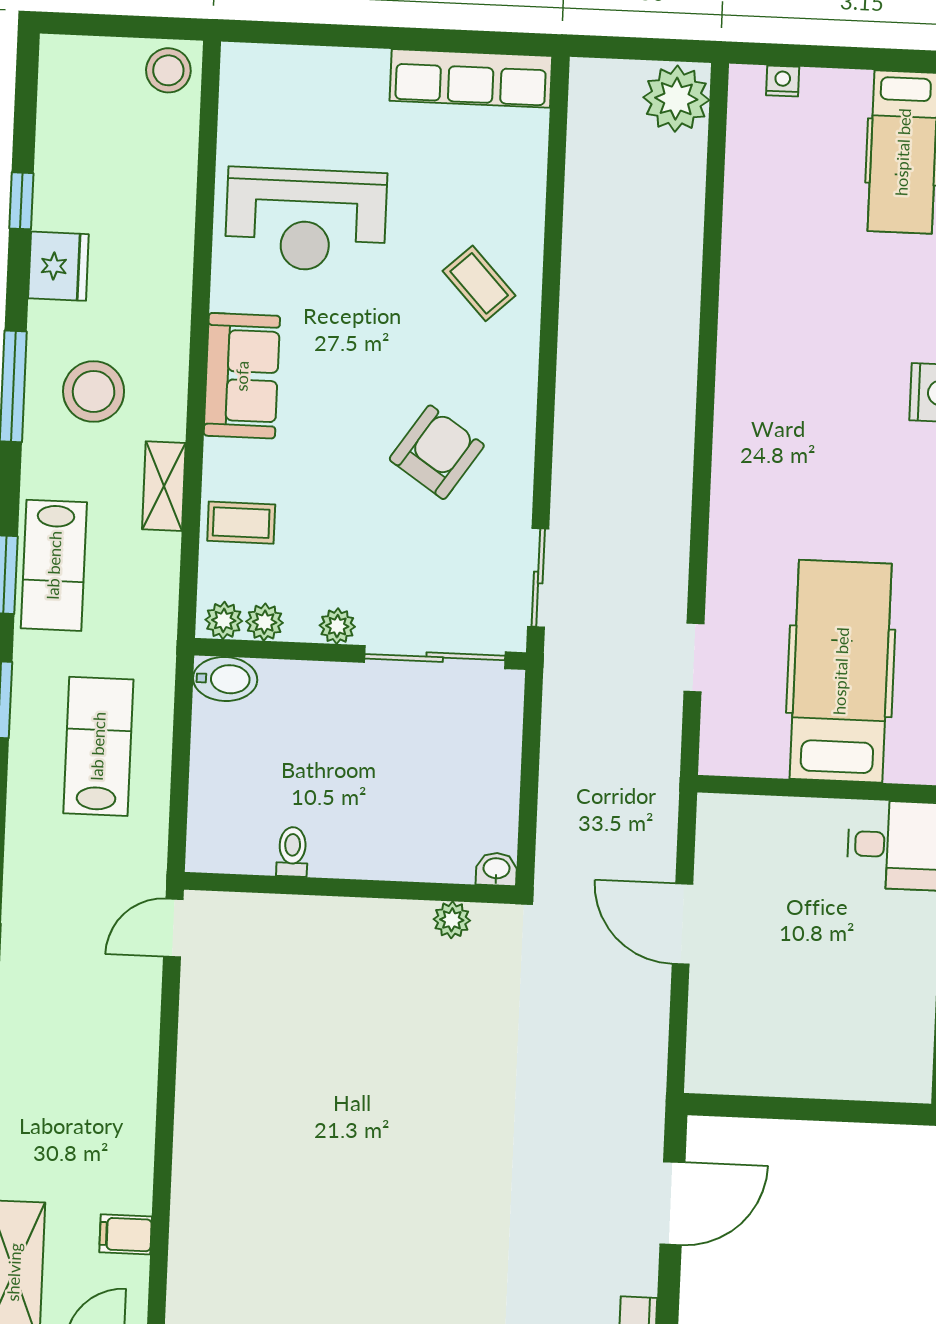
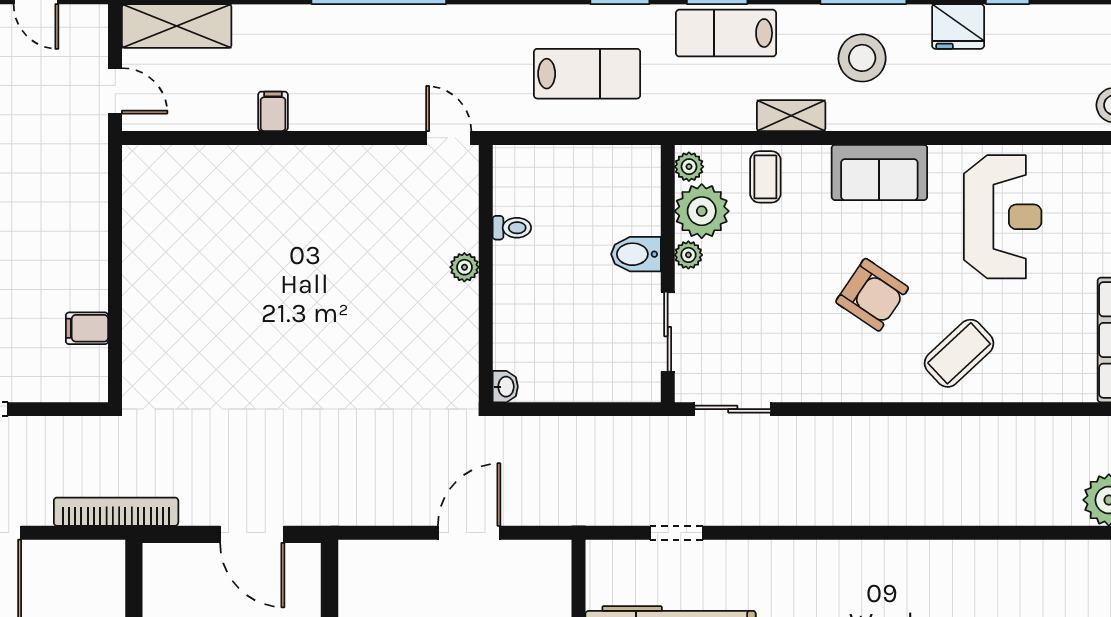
reception desk: (306, 220) -> (1003, 217), turned 180
coffee table: (479, 283) -> (959, 353), width x1.36, depth x1.30
armchair: (437, 452) -> (872, 295), moved
plant: (265, 622) -> (702, 211), width x1.87, depth x1.87
sliding door: (435, 657) -> (668, 332), width x0.73
bidet: (225, 679) -> (636, 254), moved, turned 90
plant: (452, 920) -> (464, 267), moved
filing cabinet: (126, 1234) -> (273, 111), moved

